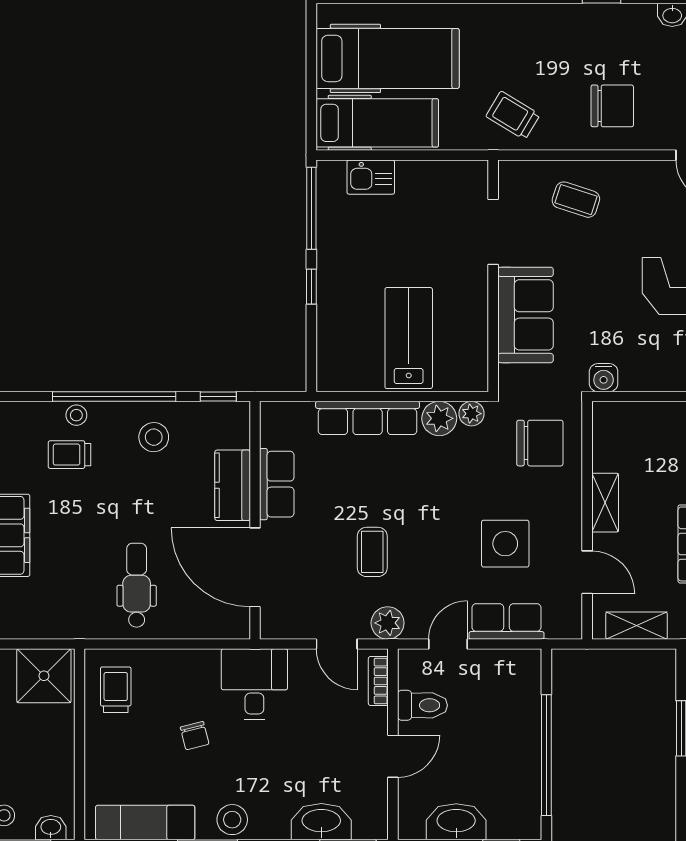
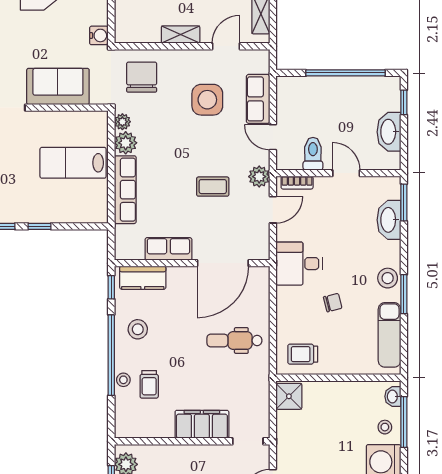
kitchen counter: (233, 485) -> (143, 278), moved
shower: (44, 676) -> (289, 396), width x0.73, depth x0.73

